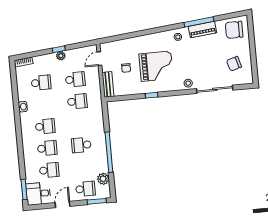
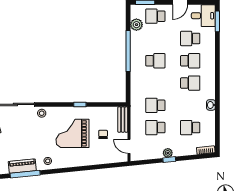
door: (99, 59) -> (129, 146), swing flipped
school desk: (45, 126) -> (190, 83), turned 180
school desk: (47, 148) -> (190, 61), turned 180

